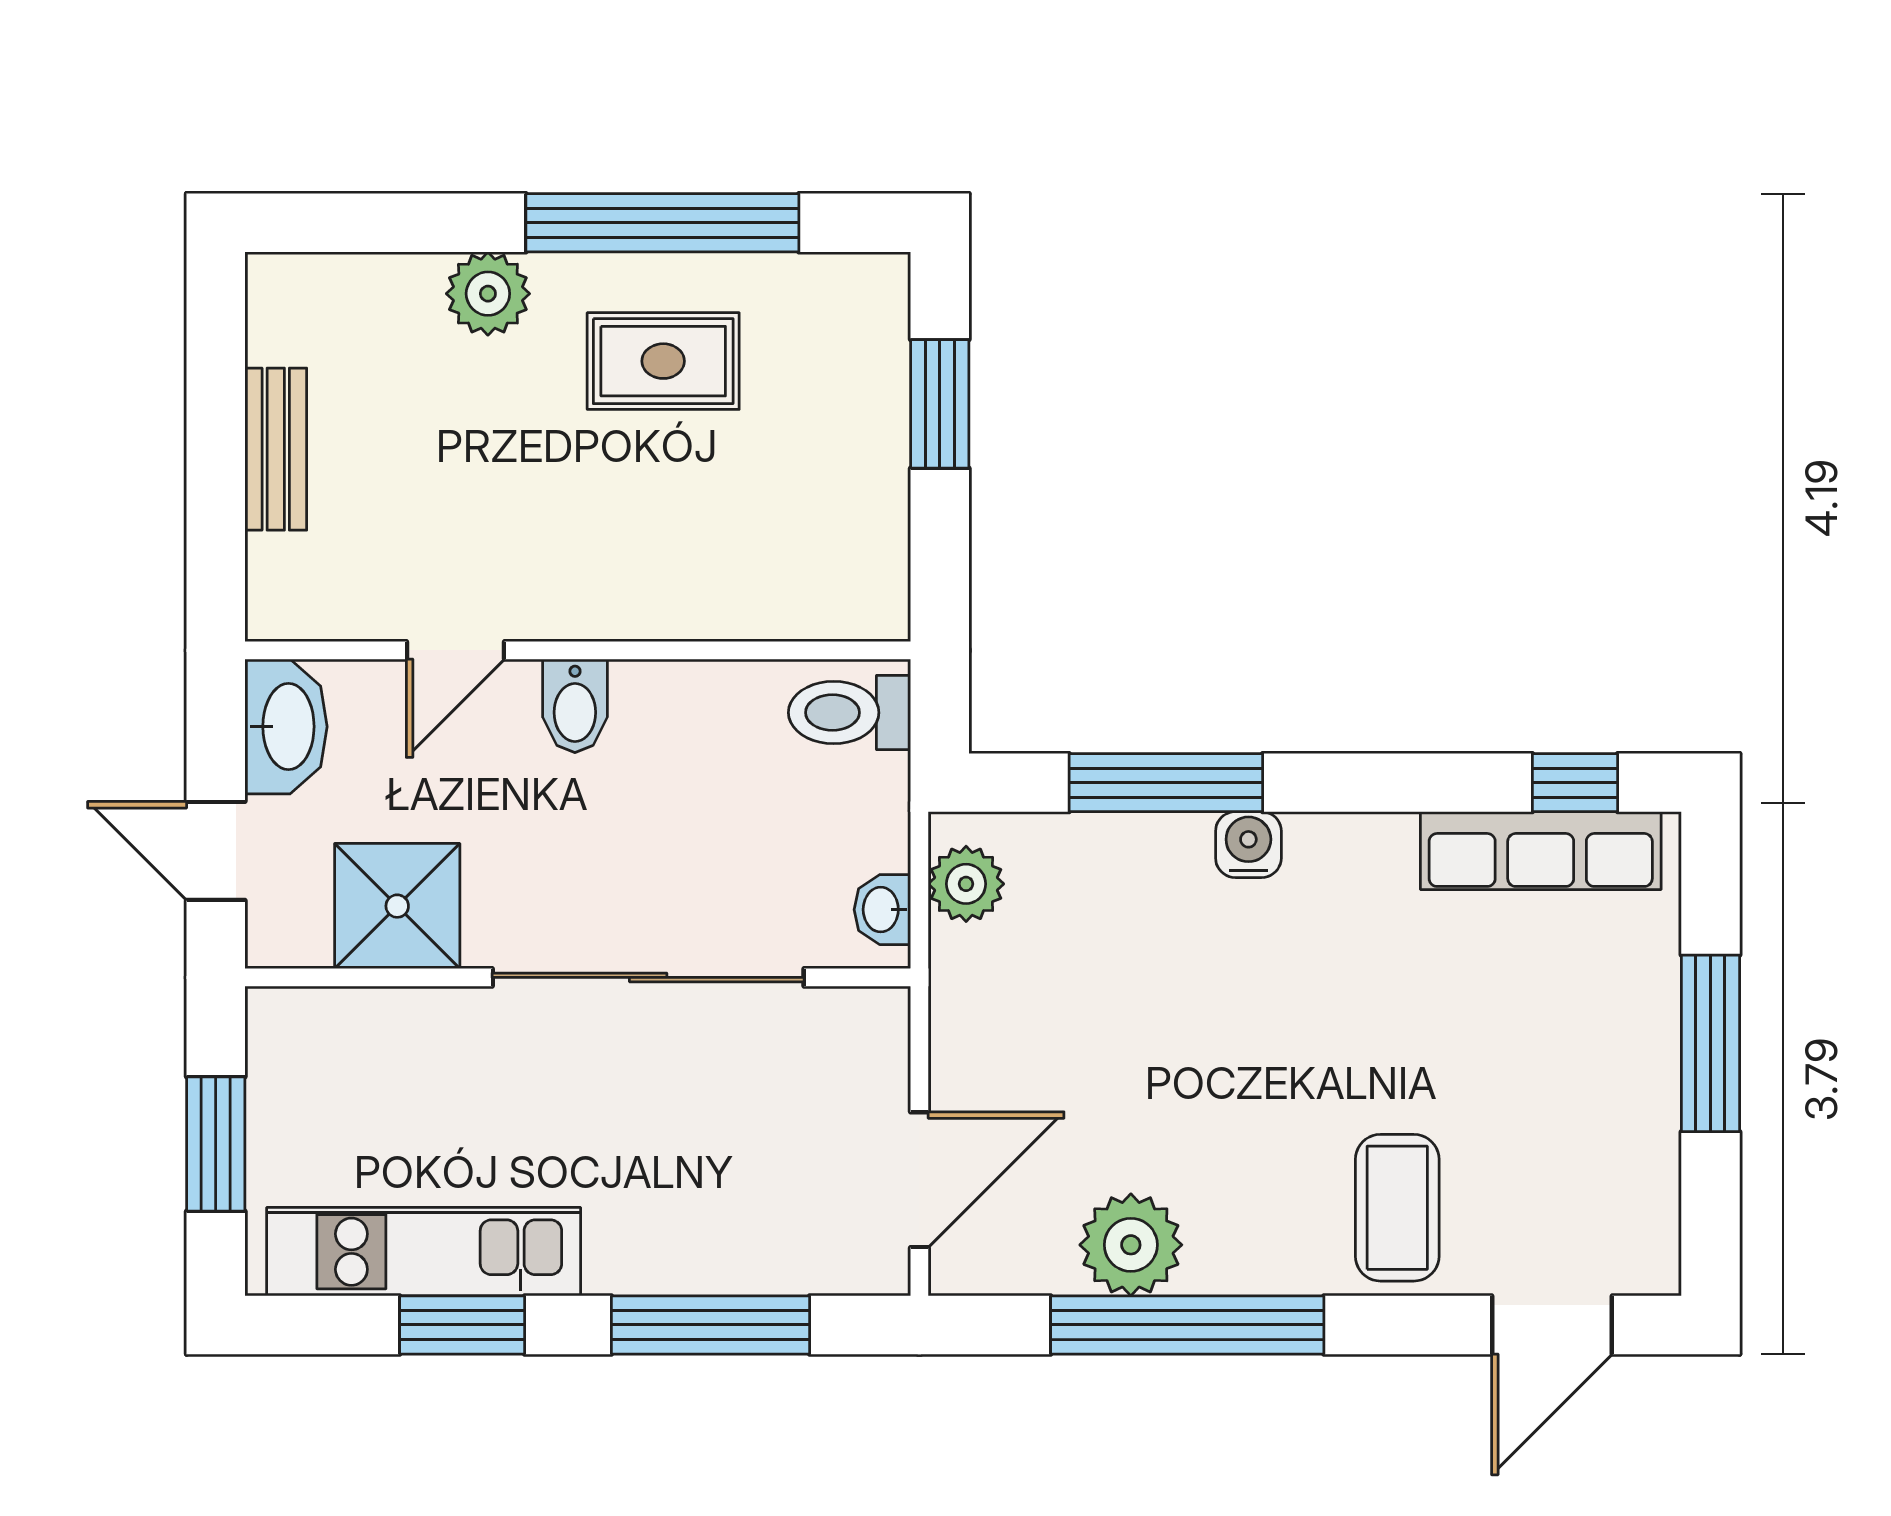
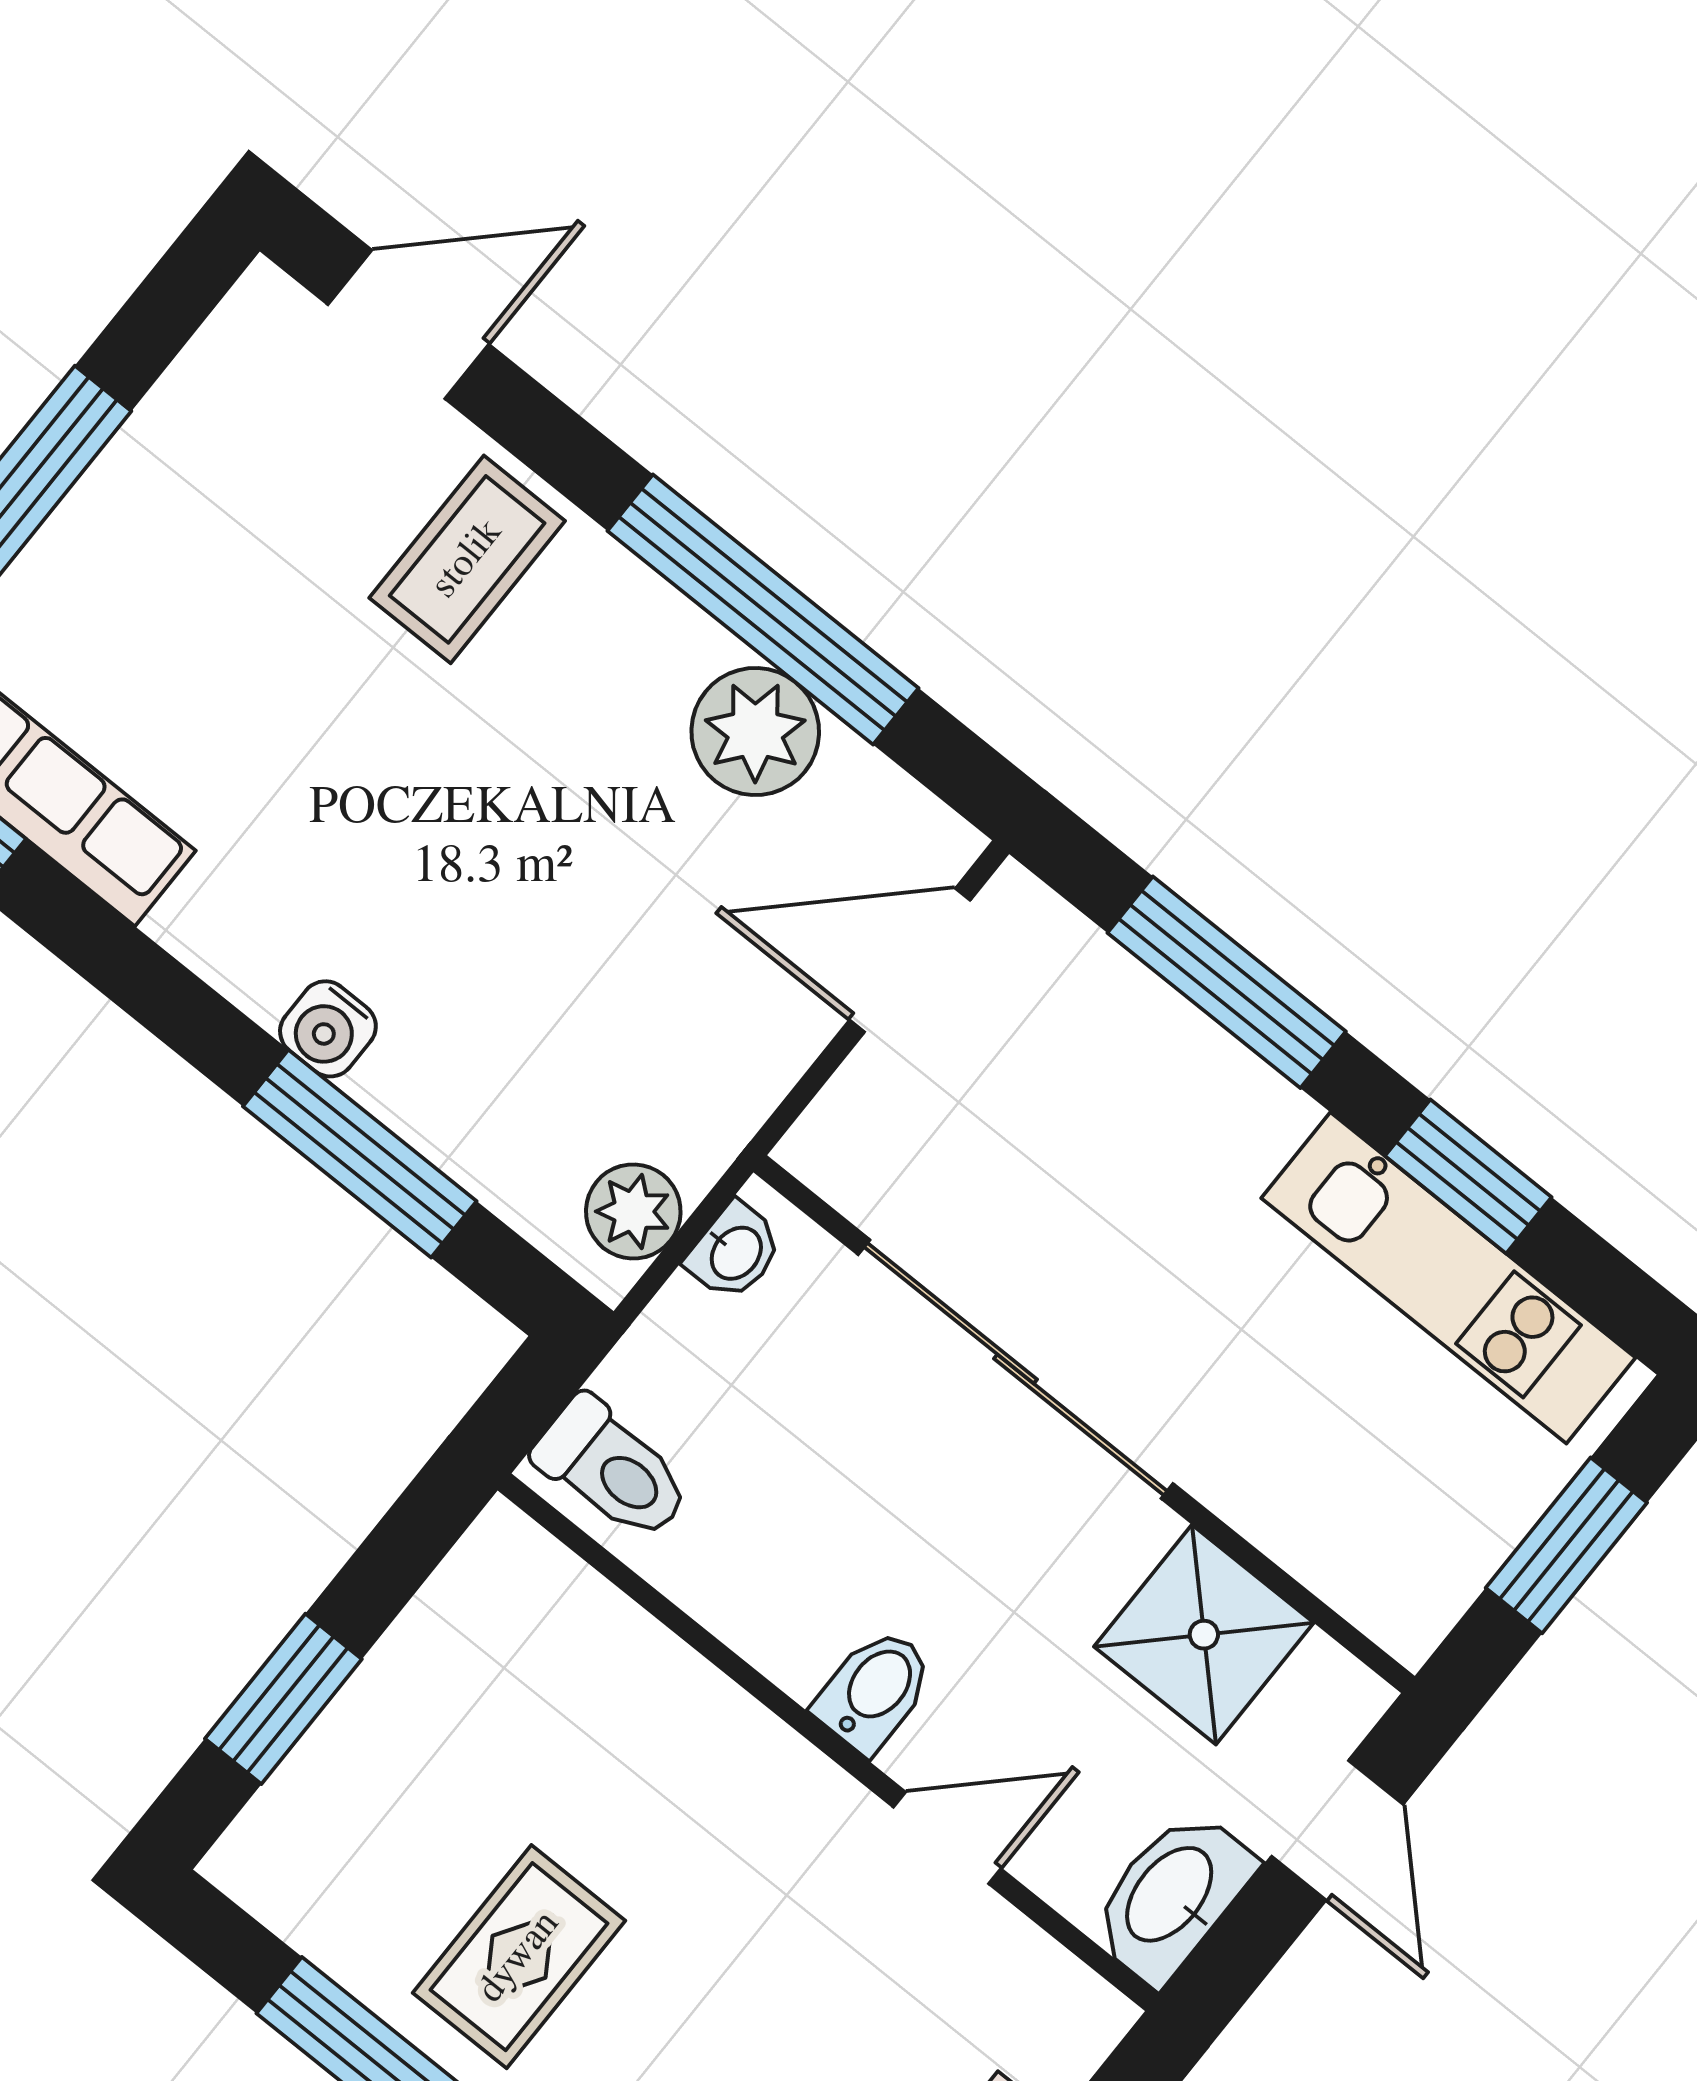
rug: (663, 361) -> (519, 1957), turned 90

